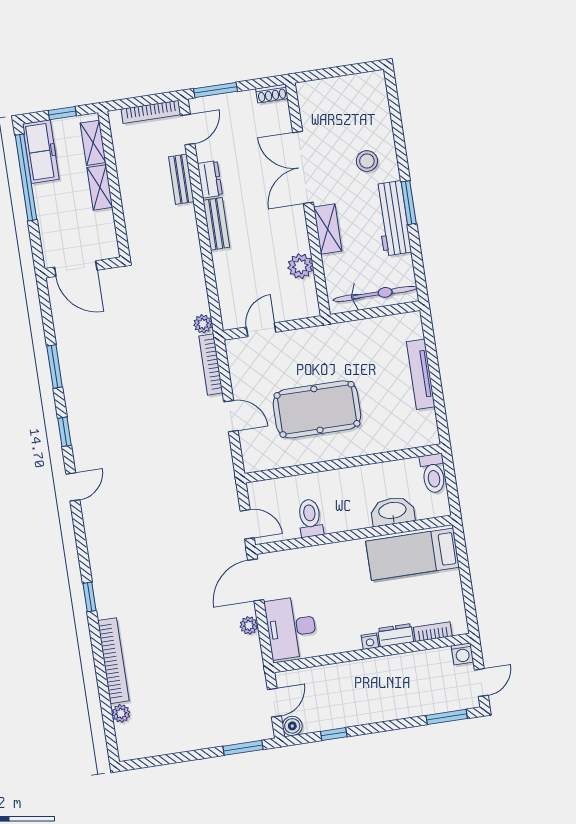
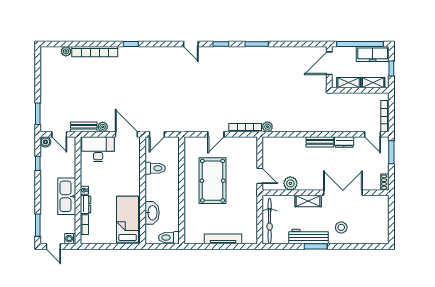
bench: (181, 179) -> (84, 127), moved
wall: (83, 268) -> (329, 67), moved
door: (76, 269) -> (329, 63), moved
door: (261, 330) -> (260, 176), moved
kitchen sink: (386, 672) -> (67, 196), added

